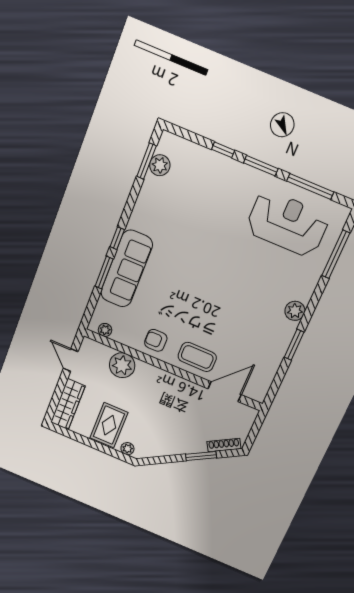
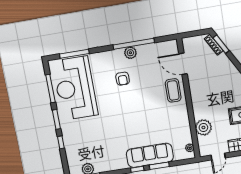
reception desk: (287, 223) -> (75, 88), width x1.36, depth x1.30
plant: (295, 311) -> (130, 53), moved
armchair: (156, 340) -> (123, 79), moved
window: (294, 345) -> (134, 44), width x2.11
window: (201, 456) -> (221, 44), moved

